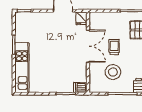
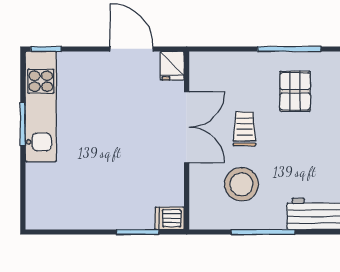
kitchen unit: (22, 68) -> (41, 107), moved

